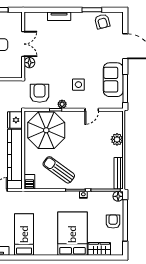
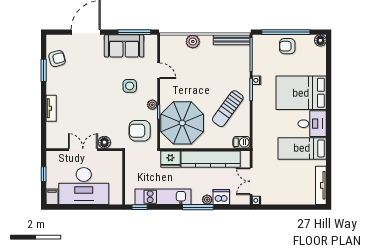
floor lamp: (118, 196) -> (320, 40), moved
desk: (46, 243) -> (312, 124), added
wardrobe: (99, 249) -> (319, 62), removed

